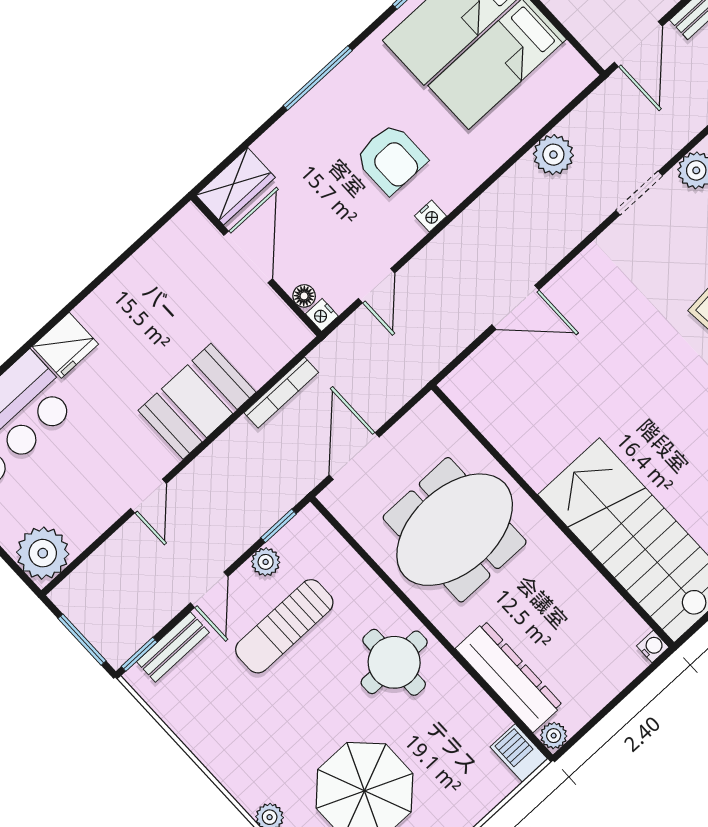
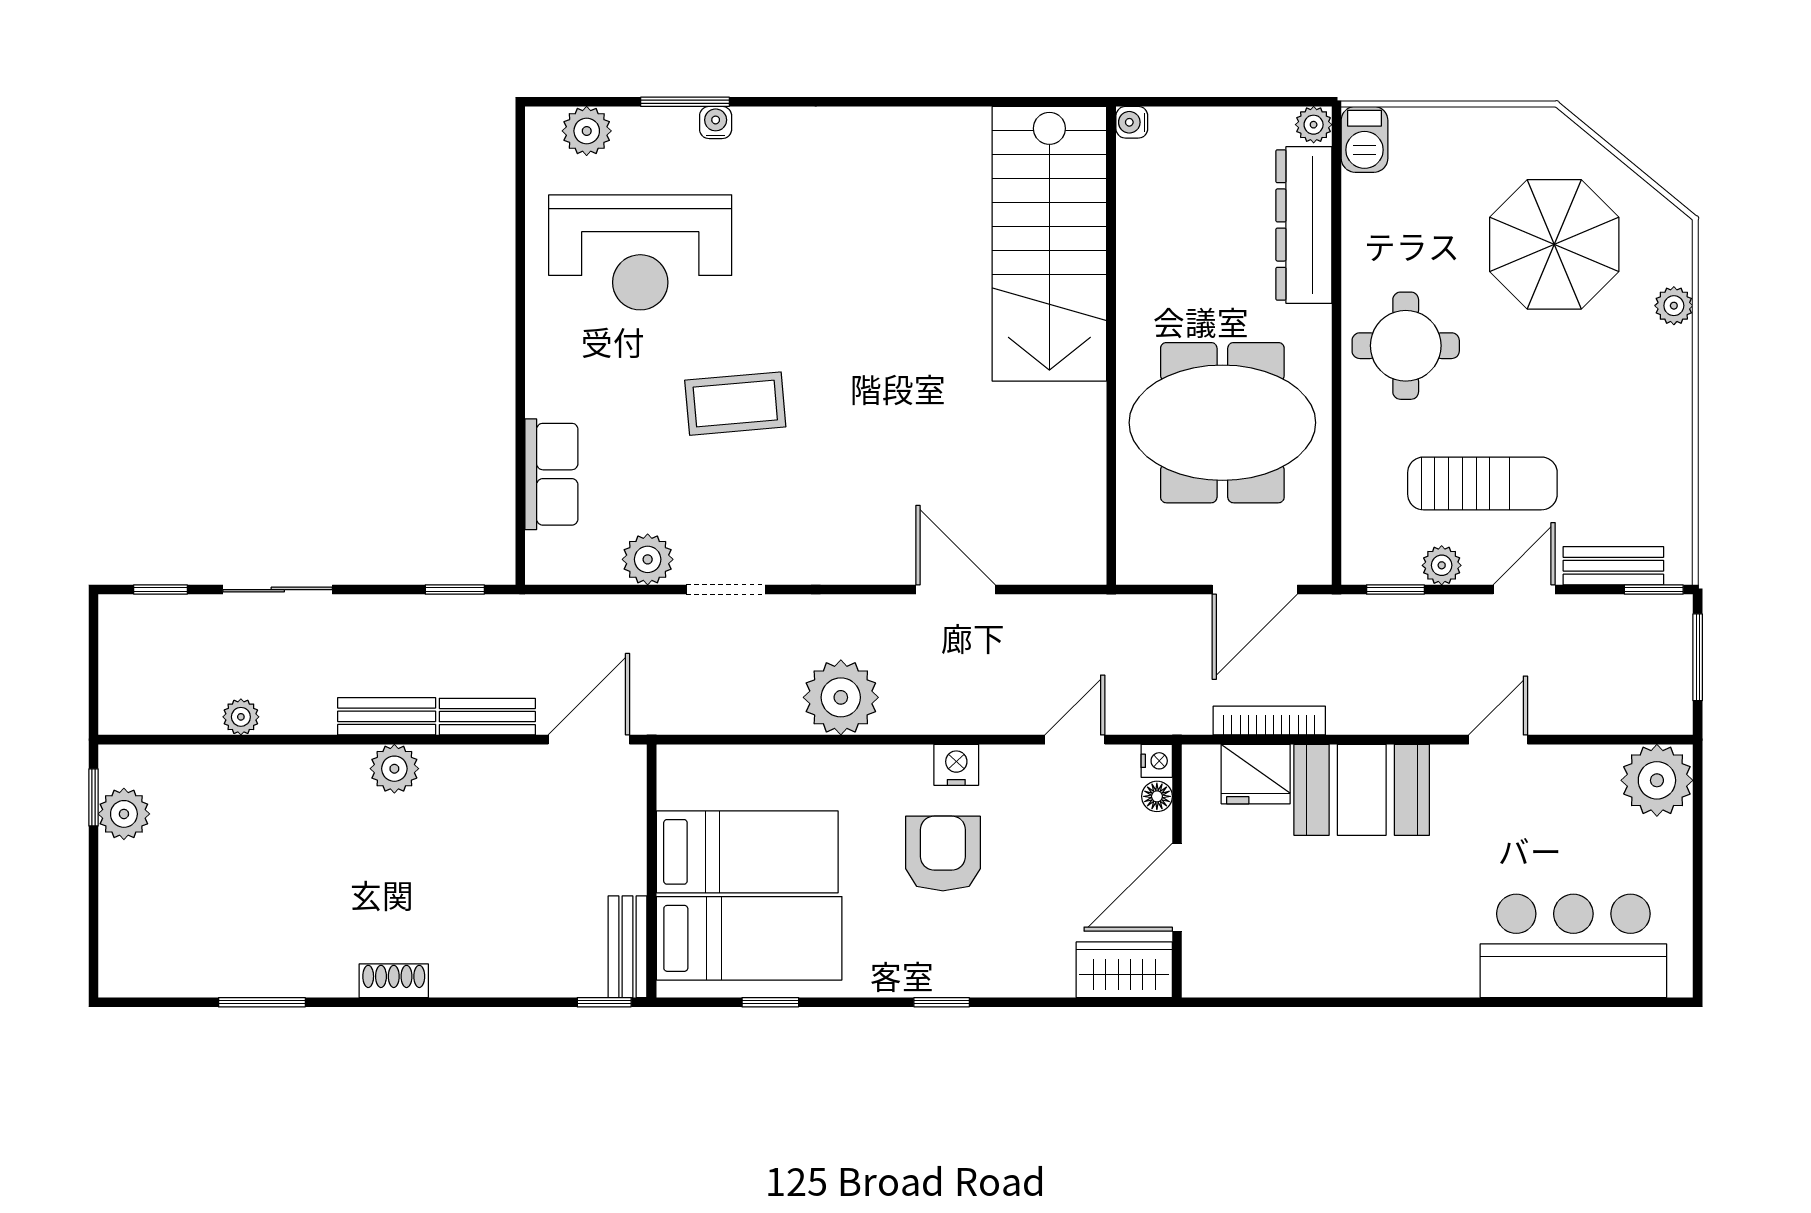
window: (318, 78) -> (942, 1002), width x0.46
plant: (553, 155) -> (841, 697), moved, width x1.36, depth x1.36
nightstand: (431, 216) -> (956, 765), width x1.39, depth x1.35
fridge: (65, 345) -> (1256, 774), moved, turned 180

